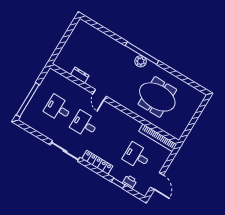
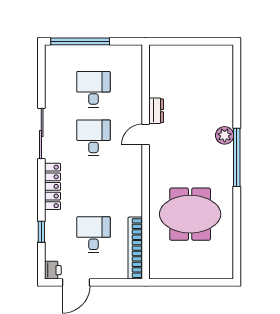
plant: (141, 61) -> (225, 135), moved
dresser: (80, 75) -> (156, 111), moved
meeting table: (157, 97) -> (190, 214), turned 90
printer: (130, 182) -> (53, 270), moved

